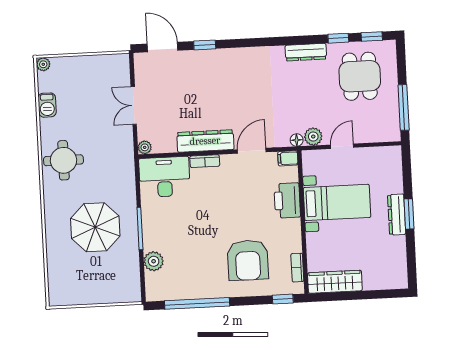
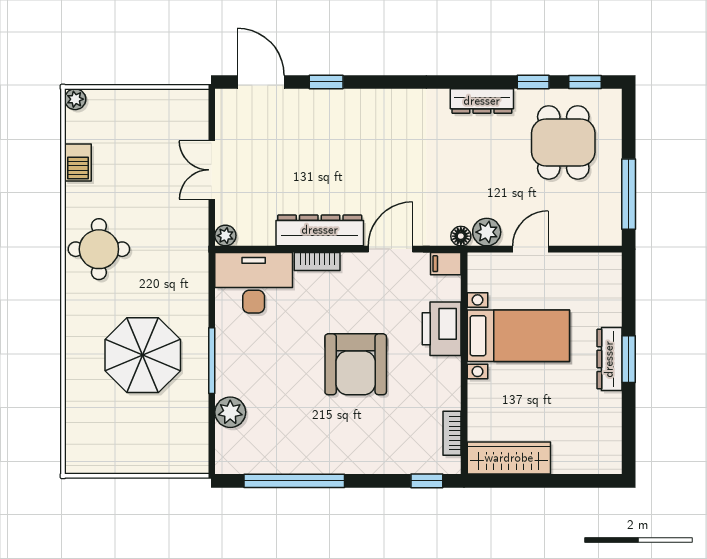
armchair: (248, 260) -> (356, 364), moved

